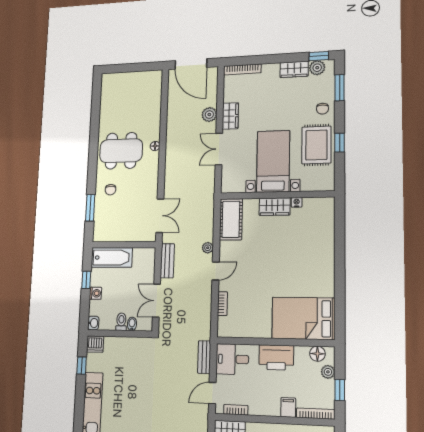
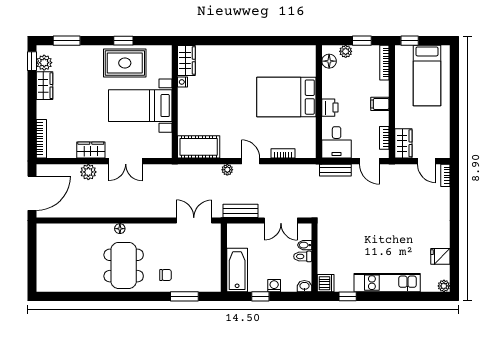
chair: (322, 109) -> (88, 57), removed
wardrobe: (275, 207) -> (186, 60), moved
bed: (303, 318) -> (286, 97), moved, turned 90
printer: (276, 357) -> (330, 108), width x0.53, depth x0.68
filing cabinet: (288, 407) -> (380, 104), moved

